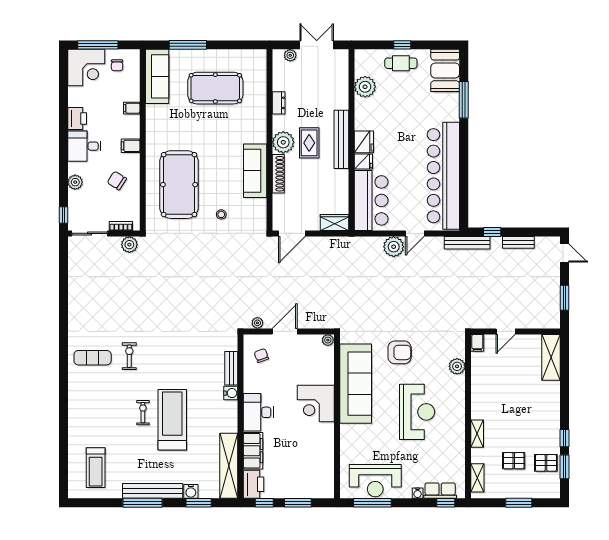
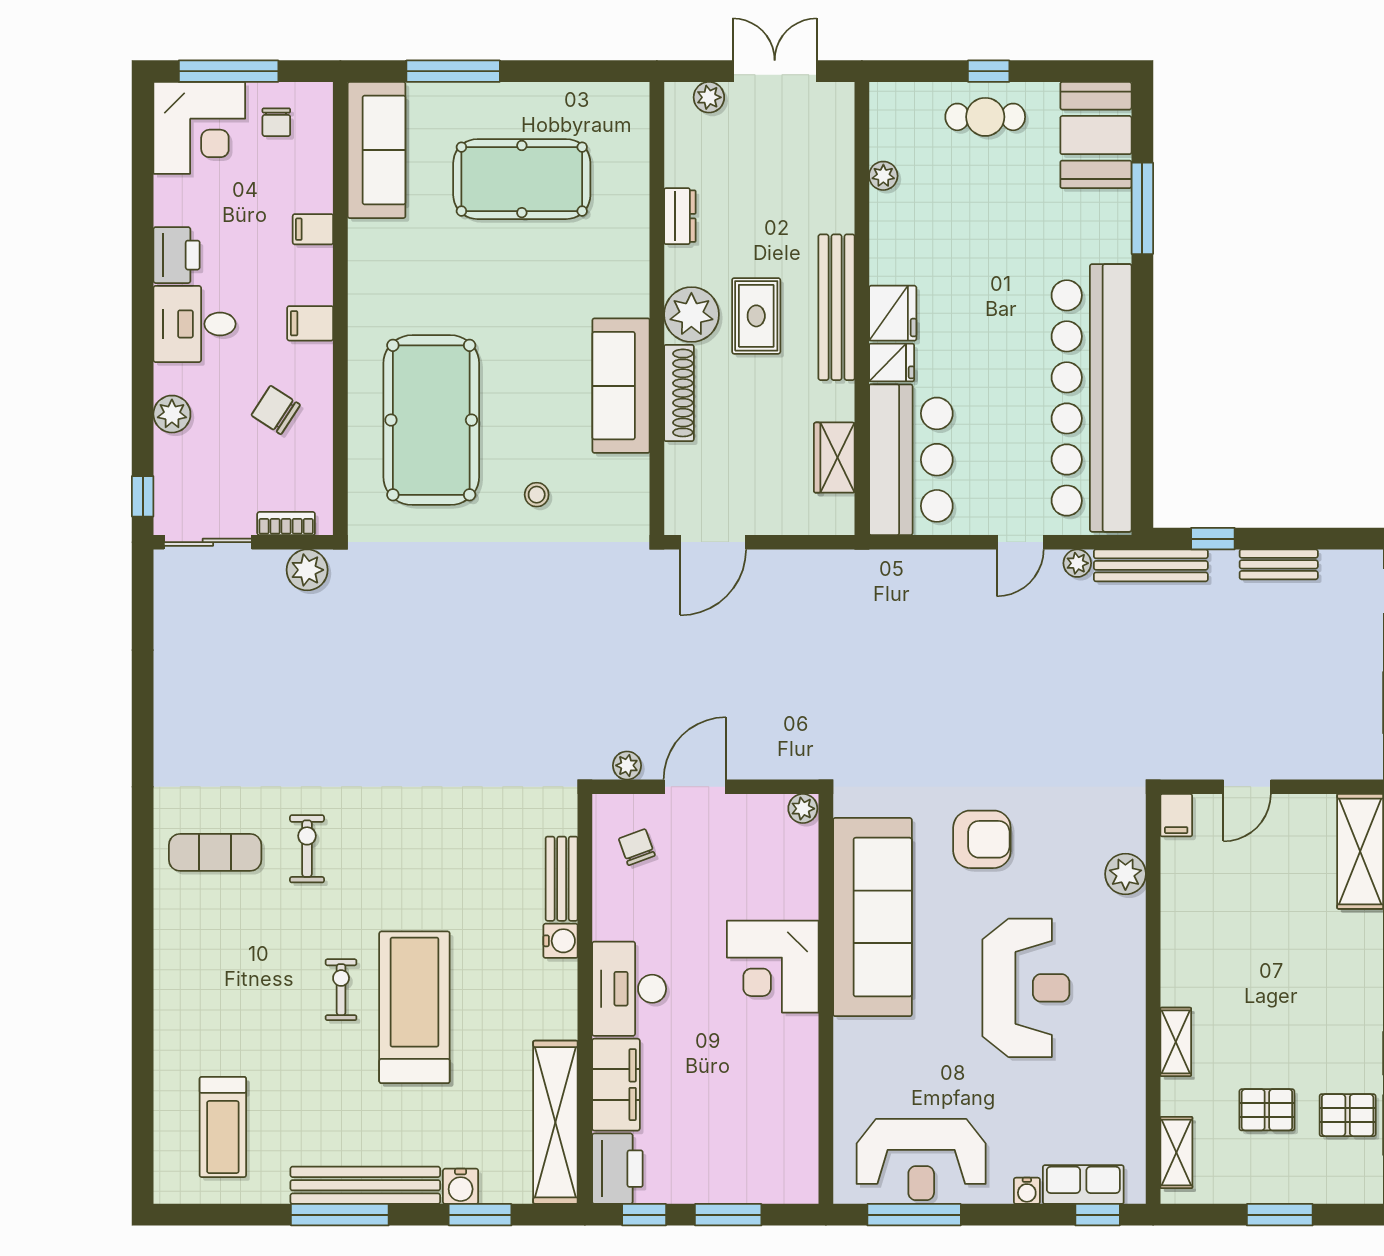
plant: (365, 87) -> (883, 176), width x0.53, depth x0.53
wardrobe: (335, 222) -> (834, 458), moved, turned -90
plant: (394, 247) -> (1077, 563), moved, width x0.53, depth x0.53

